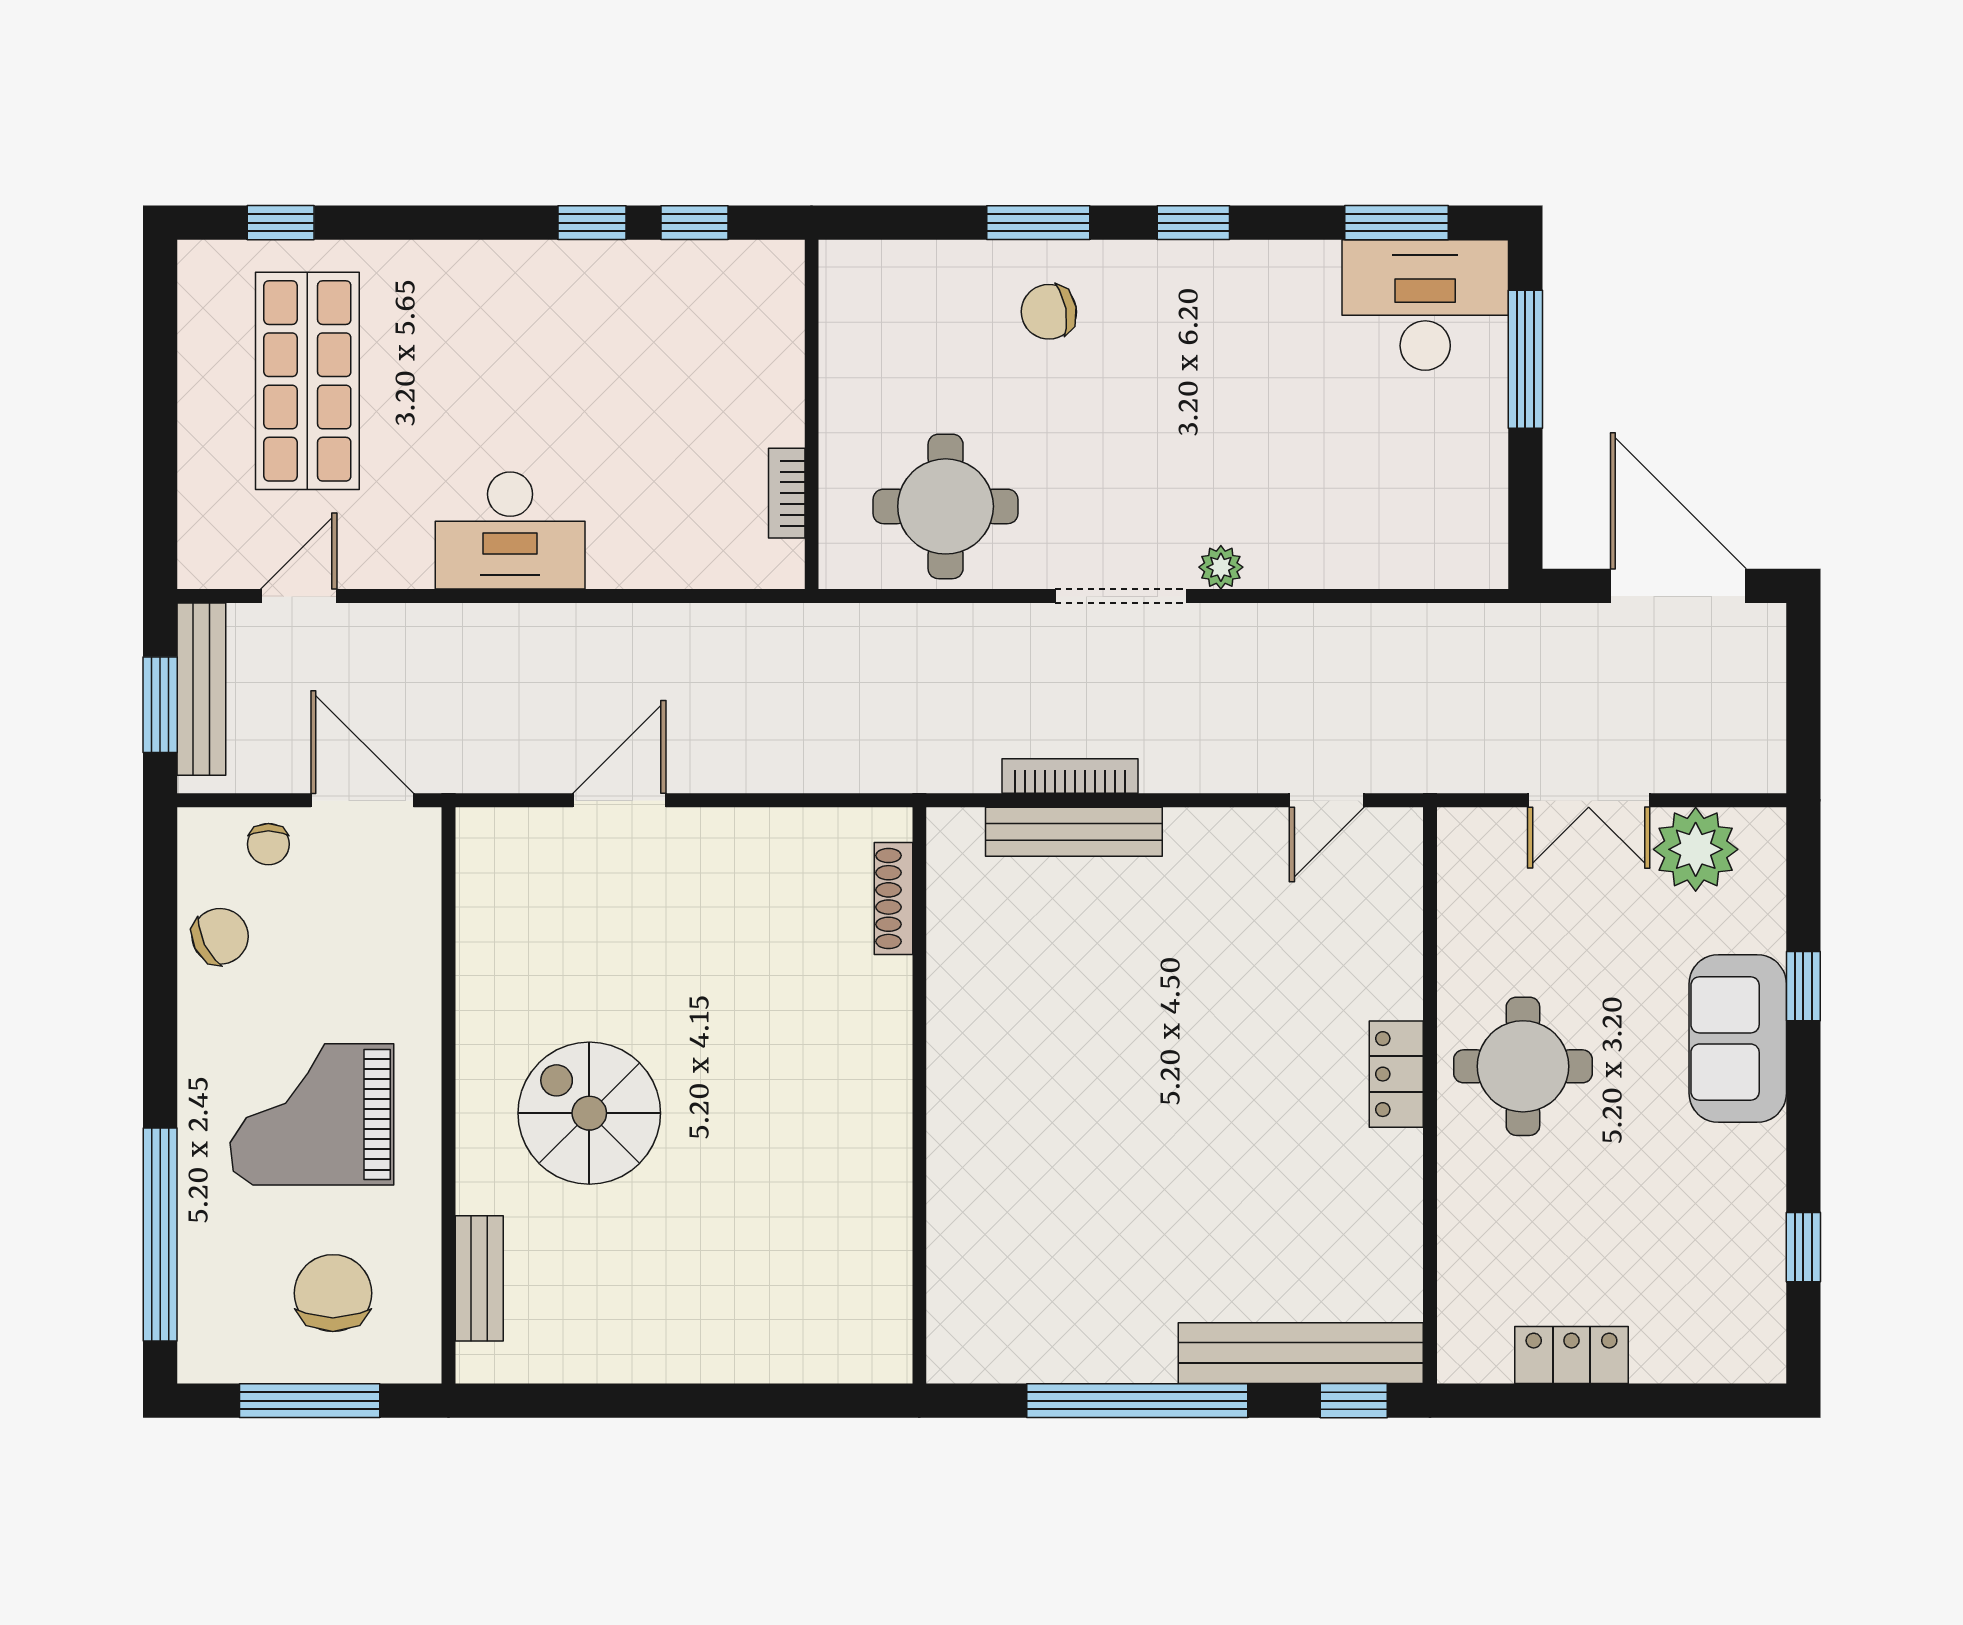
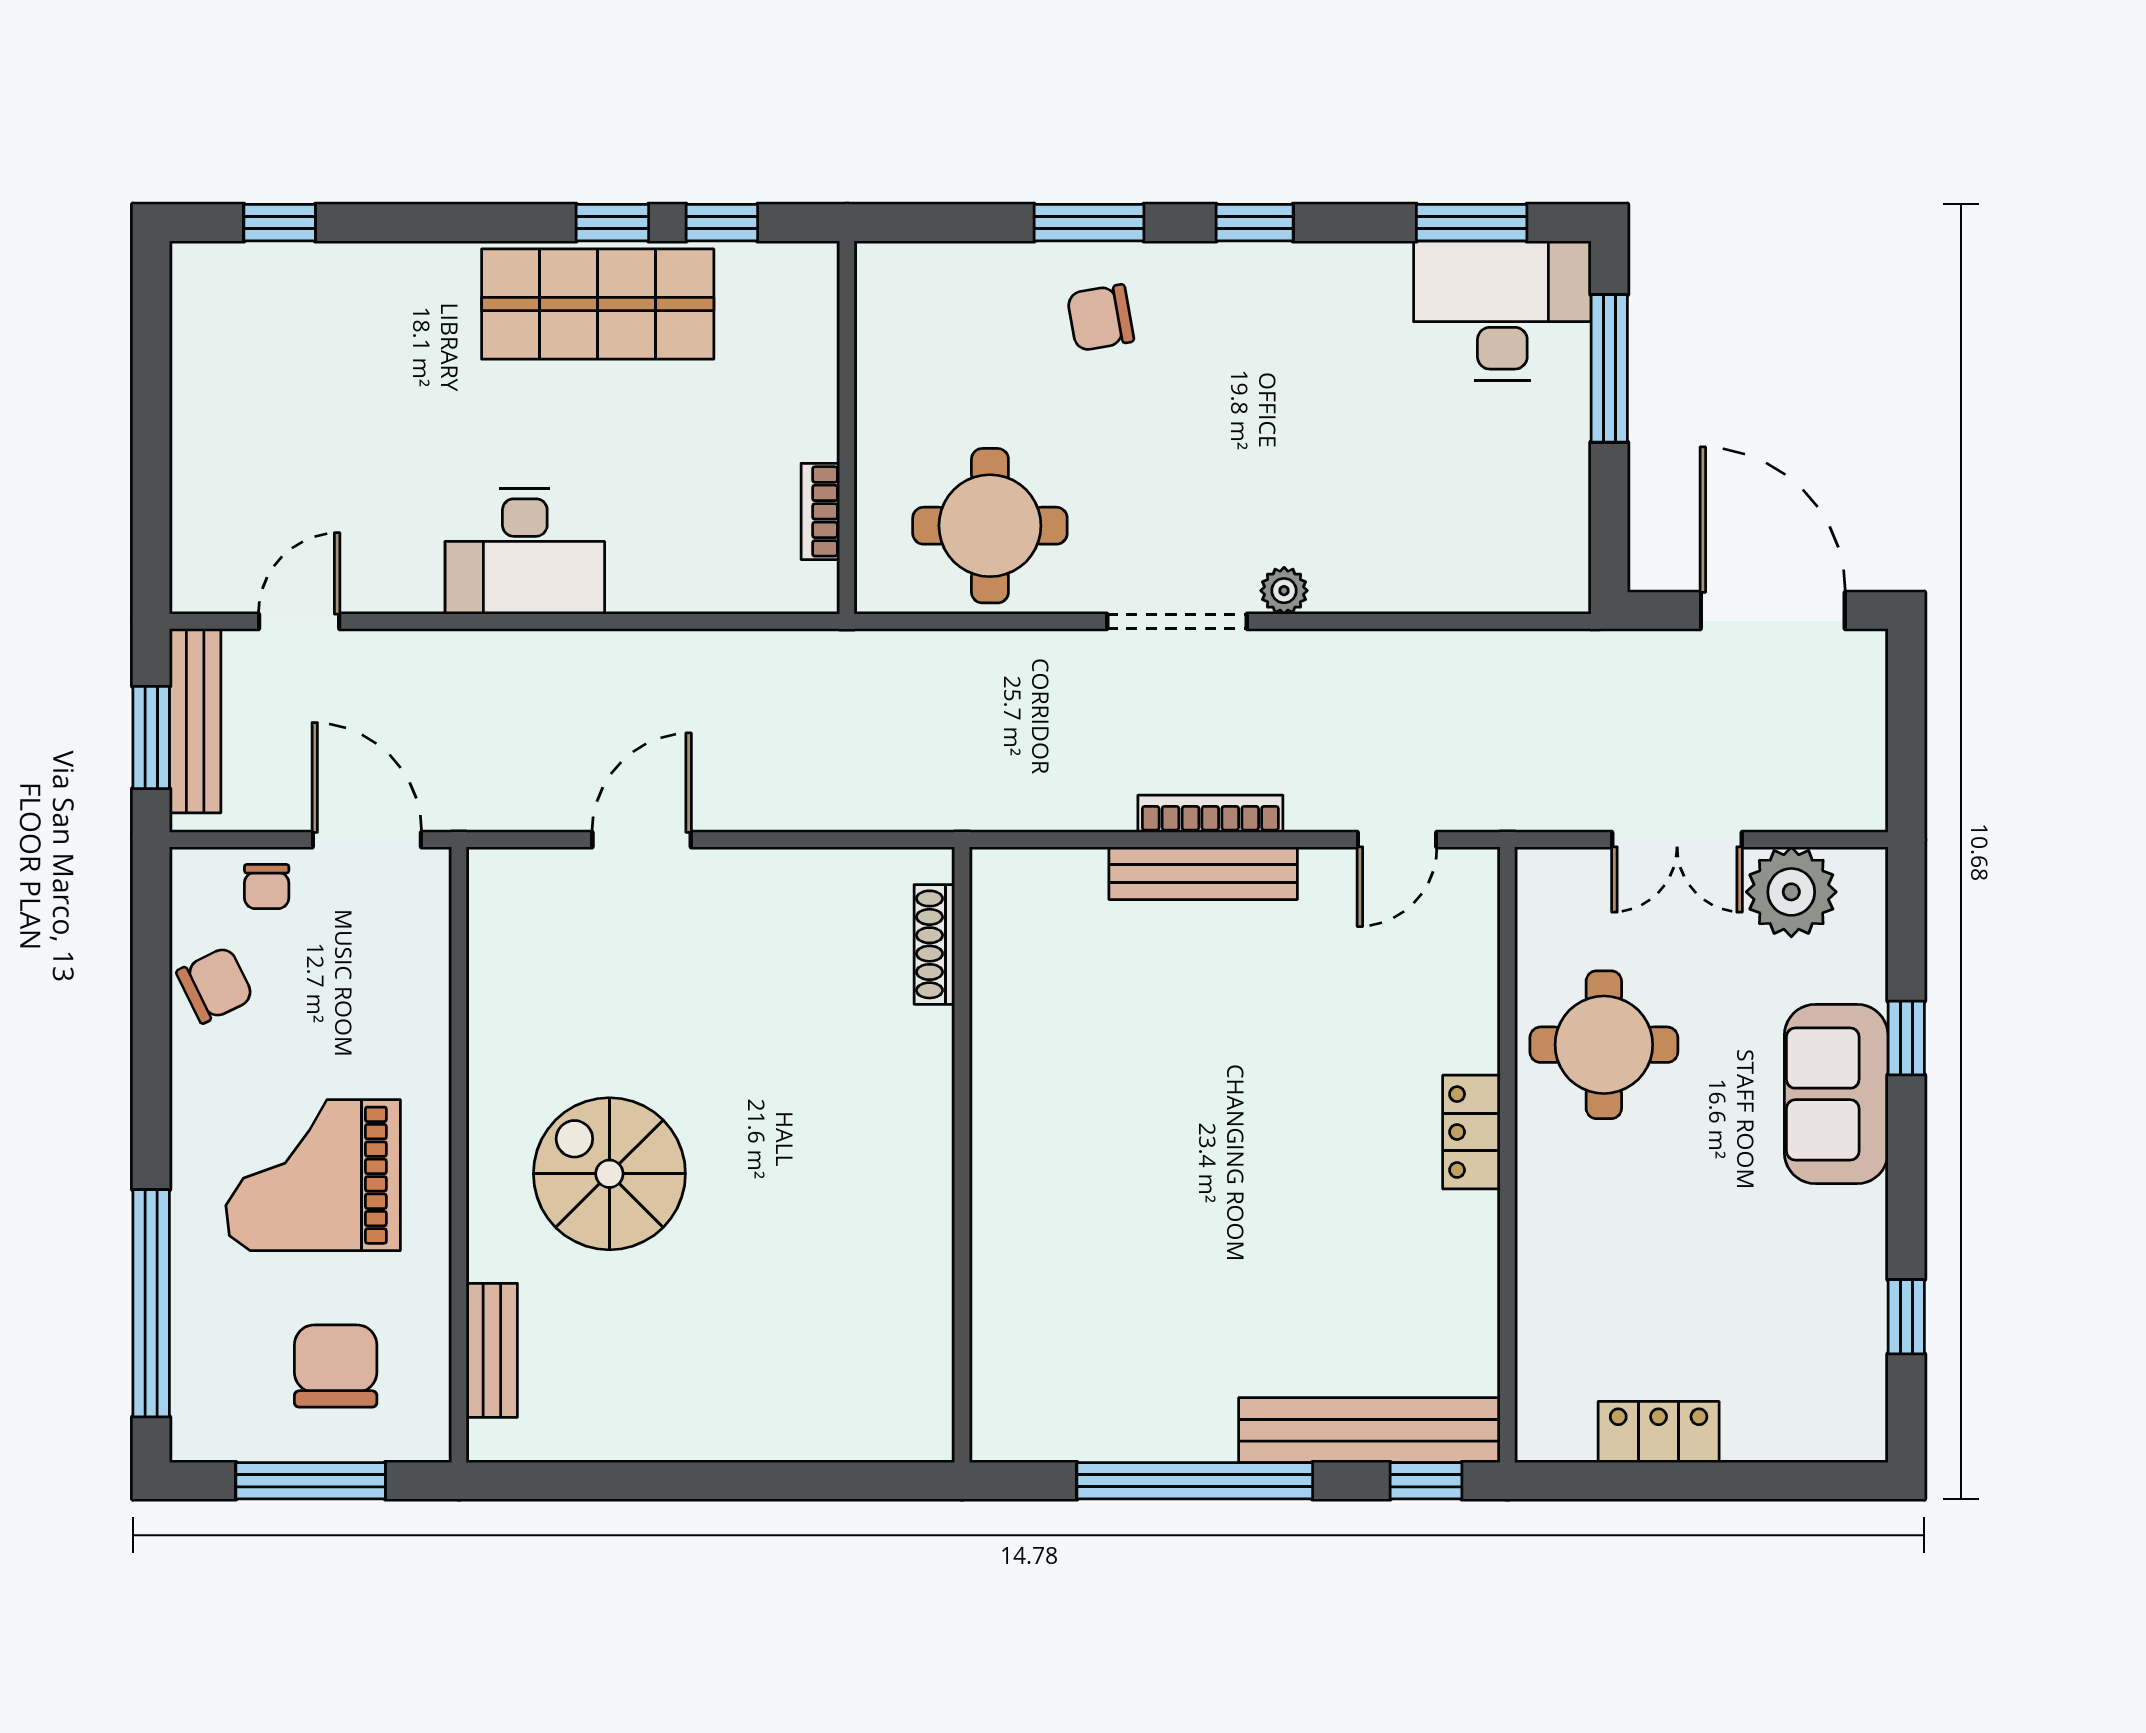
shop shelf: (307, 381) -> (598, 304), moved, turned 90
bookcase: (1070, 776) -> (1210, 814), moved
bench: (1074, 832) -> (1203, 873), moved
round table: (1523, 1066) -> (1604, 1045), moved

